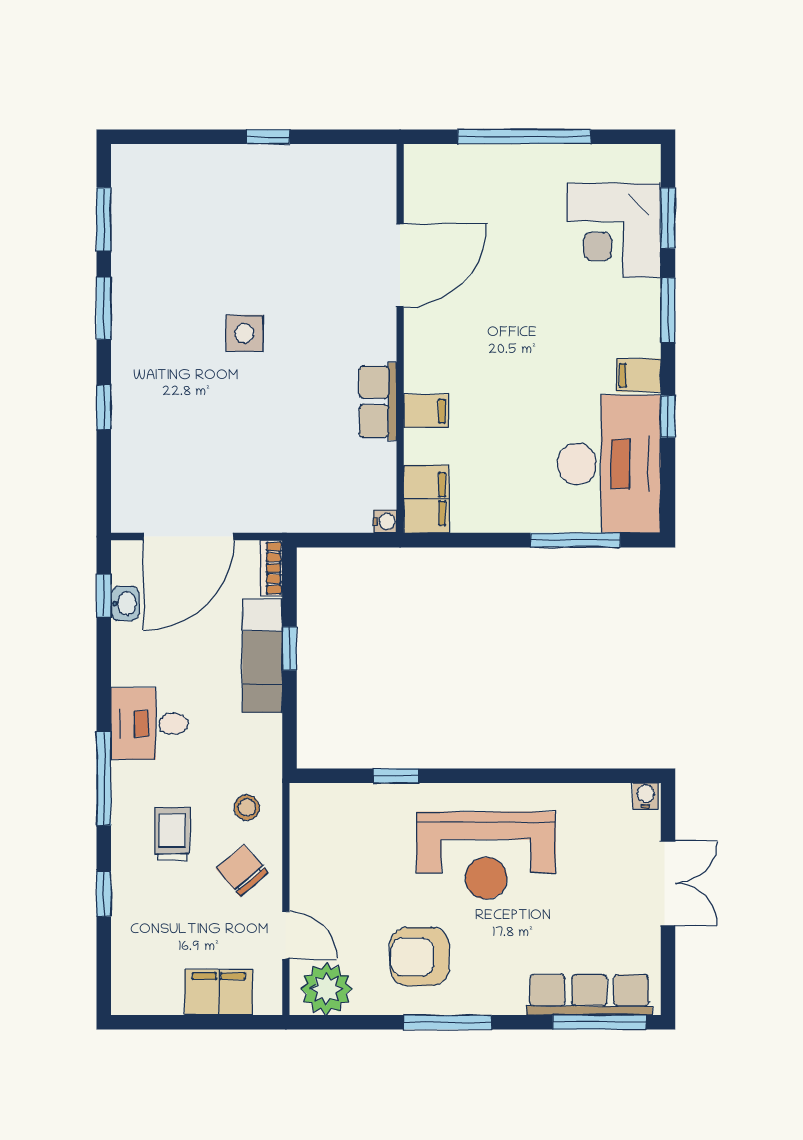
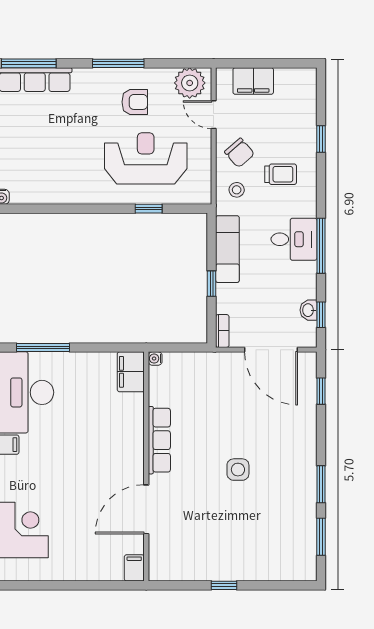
window: (524, 137) -> (73, 585), removed
row of seats: (378, 401) -> (159, 440), width x1.48
window: (104, 407) -> (321, 391), moved
filing cabinet: (426, 411) -> (134, 568), moved, turned 90
door: (189, 537) -> (271, 350), swing flipped
exam couch: (262, 656) -> (227, 249), moved
window: (104, 779) -> (321, 246), moved
trolley: (172, 834) -> (281, 174), turned -90
reception desk: (486, 855) -> (146, 158), moved
armchair: (419, 957) -> (135, 102), width x0.72, depth x0.72

